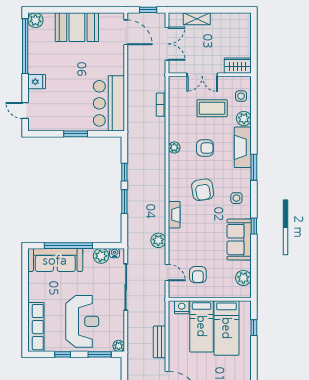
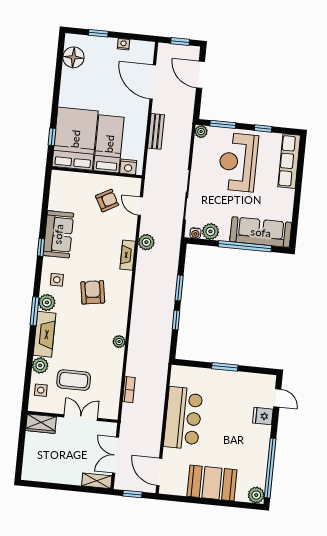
shelving: (197, 19) -> (97, 481), moved
fridge: (37, 82) -> (263, 416), moved
bar counter: (109, 103) -> (183, 418), moved
armchair: (205, 148) -> (86, 338), removed
fireplace: (174, 215) -> (128, 255), moved
armchair: (198, 275) -> (107, 200), turned 61
plant: (243, 278) -> (47, 302), moved
bed: (227, 328) -> (75, 139), width x1.50

